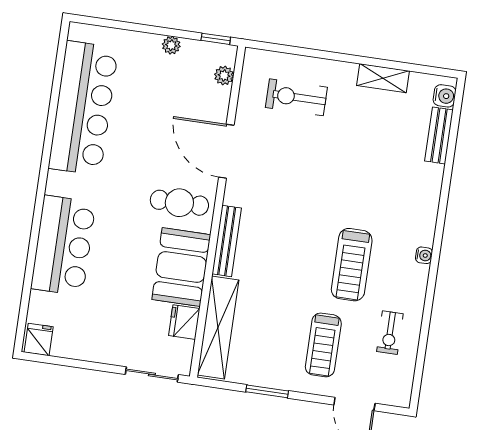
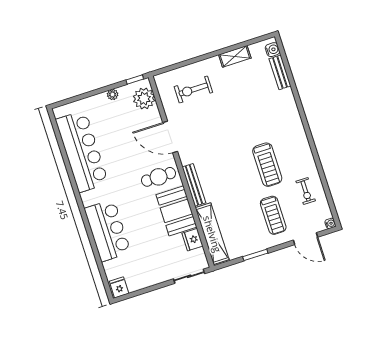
plant: (224, 76) -> (144, 98), width x1.87, depth x1.87
water cooler: (424, 255) -> (330, 223), moved

